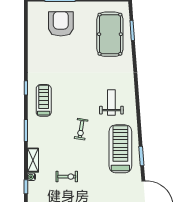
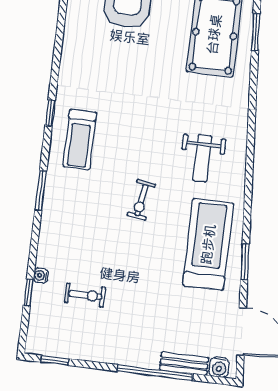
treadmill: (44, 100) -> (80, 140), turned 180
weight bench: (111, 102) -> (202, 158), turned 180
shelving: (33, 160) -> (47, 245), removed
exercise bike: (67, 177) -> (85, 295), moved

